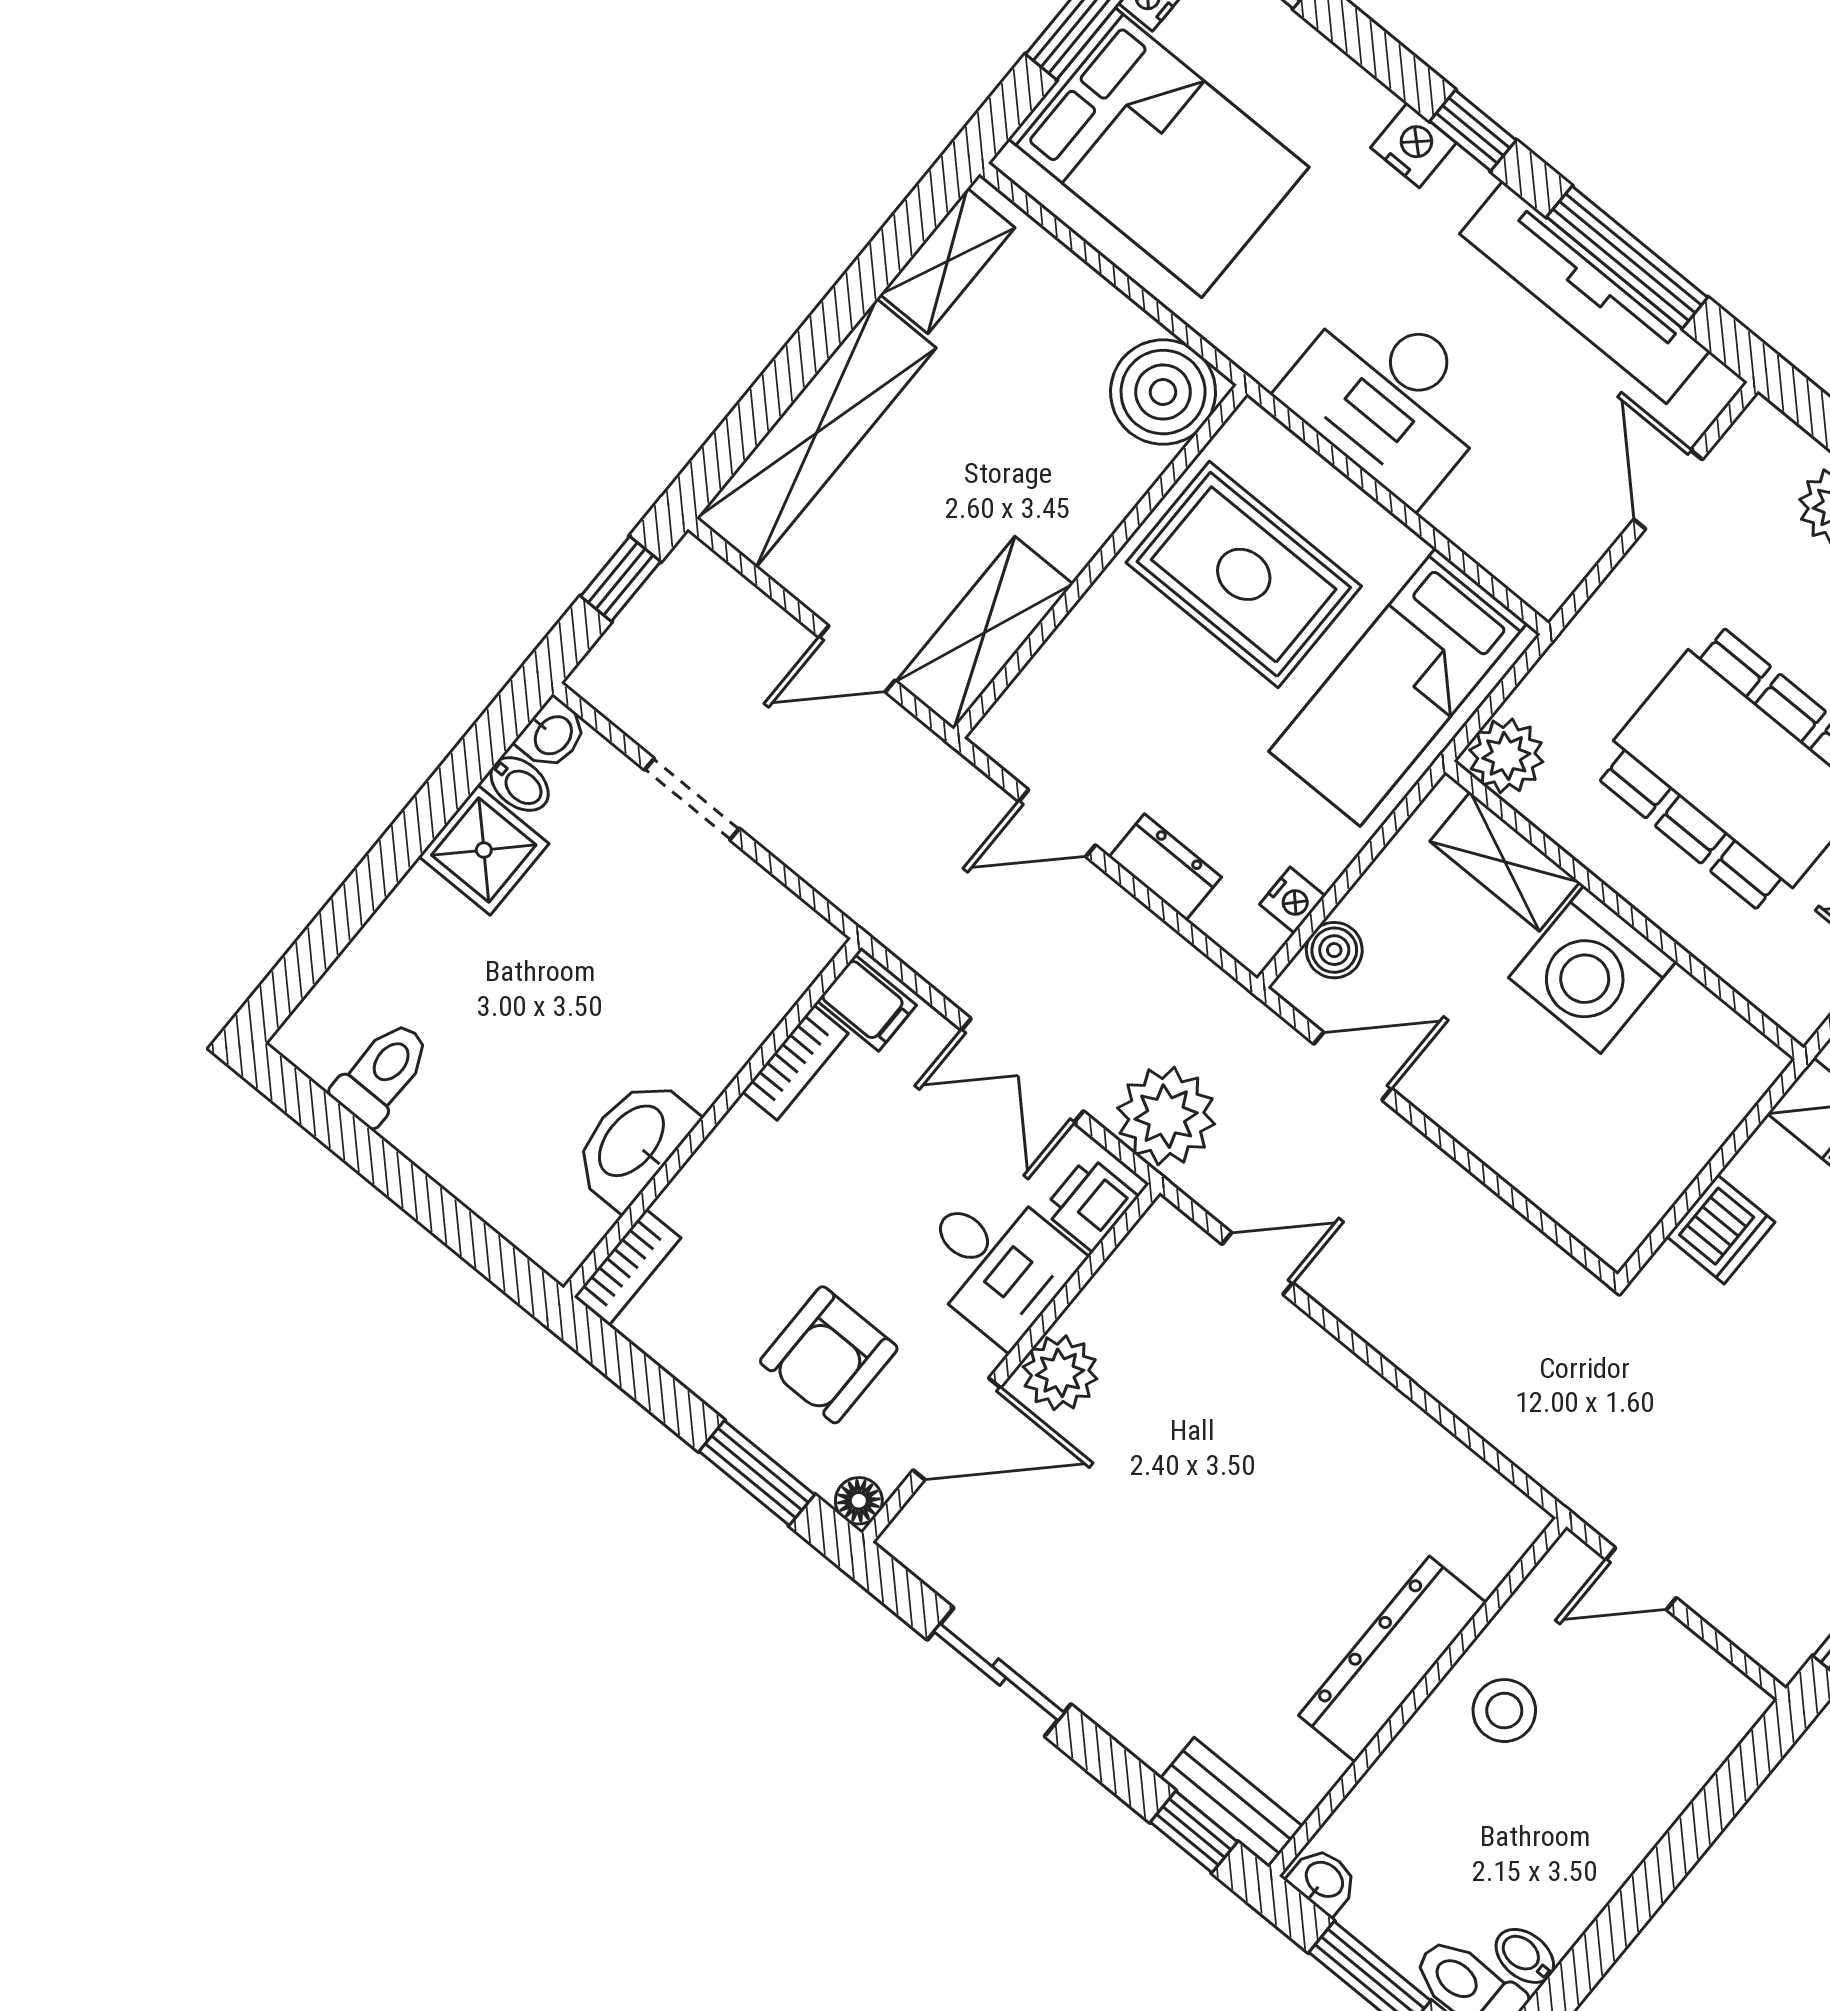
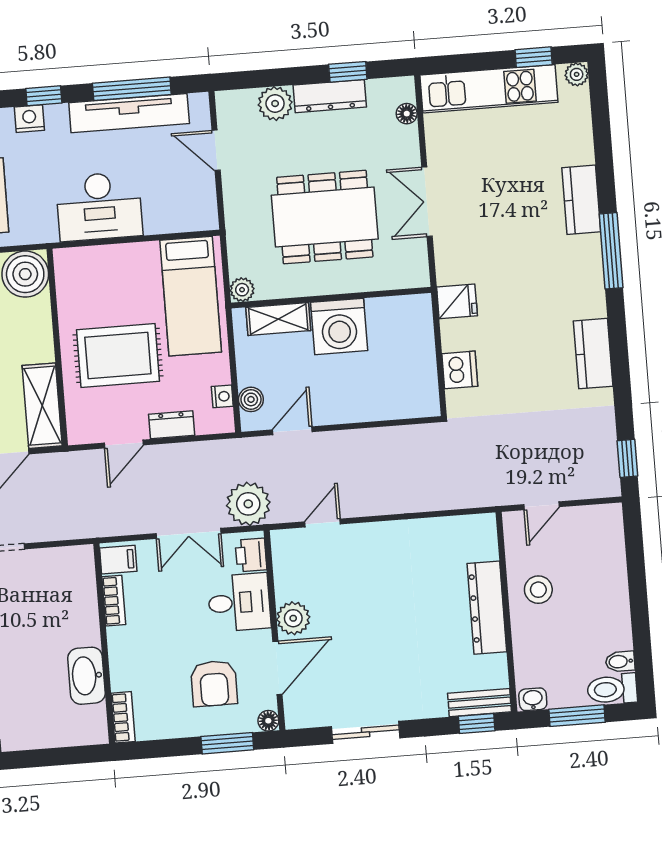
rug: (1244, 574) -> (118, 355), moved
plant: (1506, 756) -> (242, 290), width x0.73, depth x0.73

